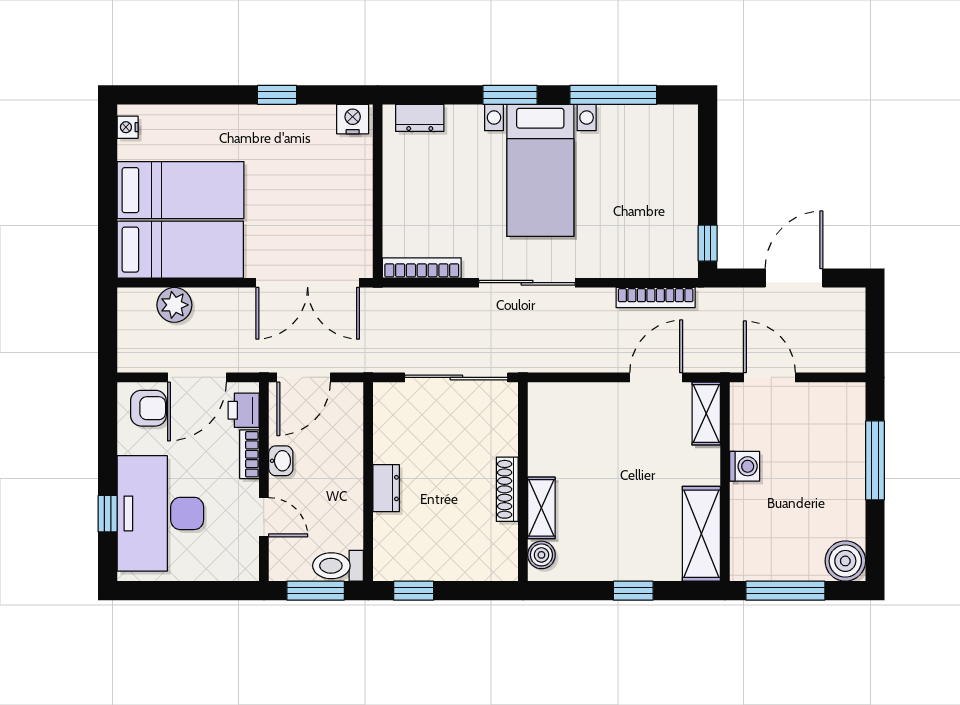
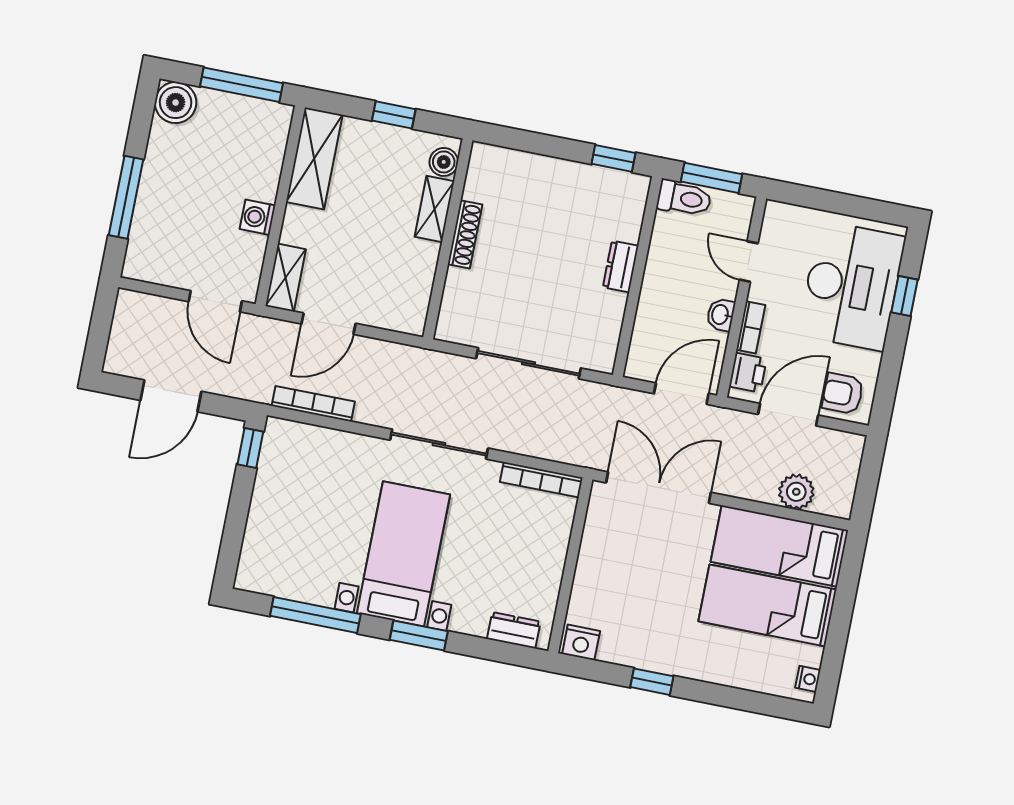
wall: (523, 482) -> (448, 239), moved
shoe rack: (507, 489) -> (465, 234), moved
shelving: (541, 508) -> (434, 209), moved
boiler: (541, 555) -> (444, 162), moved

